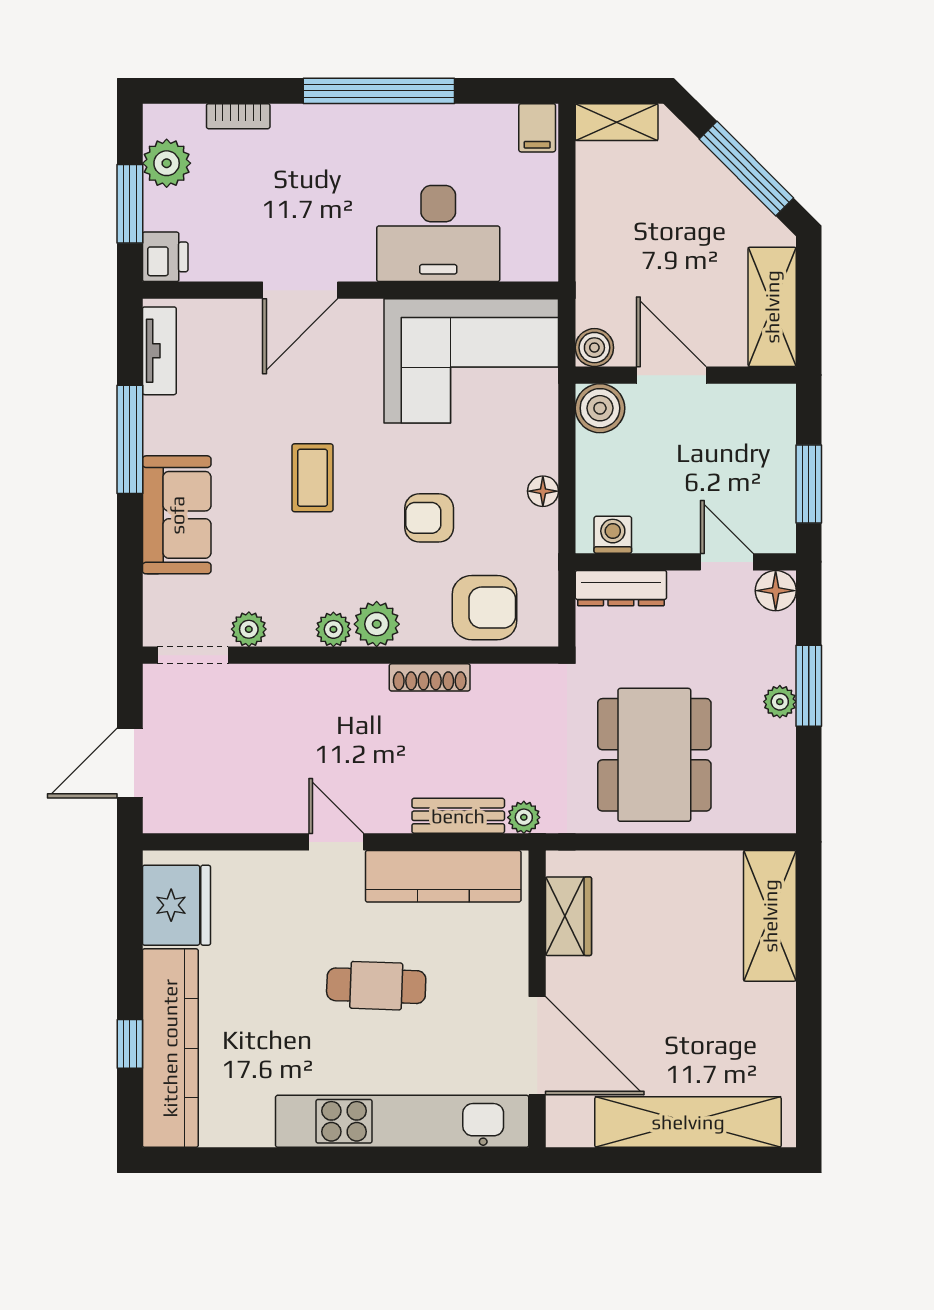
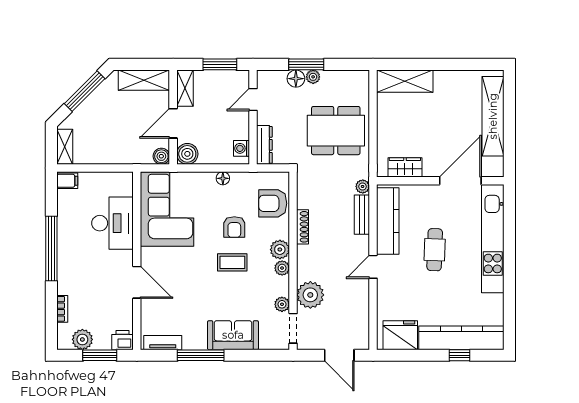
shelving: (753, 403) -> (185, 88), added
coffee table: (312, 478) -> (232, 262), moved
floor lamp: (776, 591) -> (296, 79), moved
armchair: (484, 608) -> (273, 203), turned -90
plant: (271, 695) -> (310, 295), added

